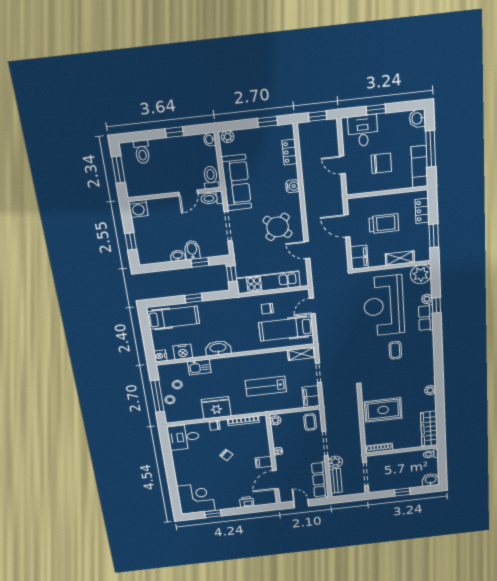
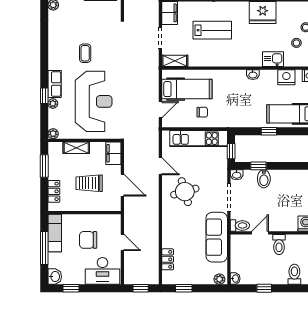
window: (376, 110) -> (71, 288), moved
desk: (363, 131) -> (103, 271), width x1.37
toilet: (211, 177) -> (279, 244), moved
water cooler: (293, 186) -> (168, 228), removed
round table: (278, 227) -> (185, 192), turned 33
washbasin: (178, 256) -> (237, 175), moved
plant: (421, 274) -> (53, 134), width x0.53, depth x0.53
washbasin: (218, 348) -> (253, 75), width x0.52, depth x0.69

